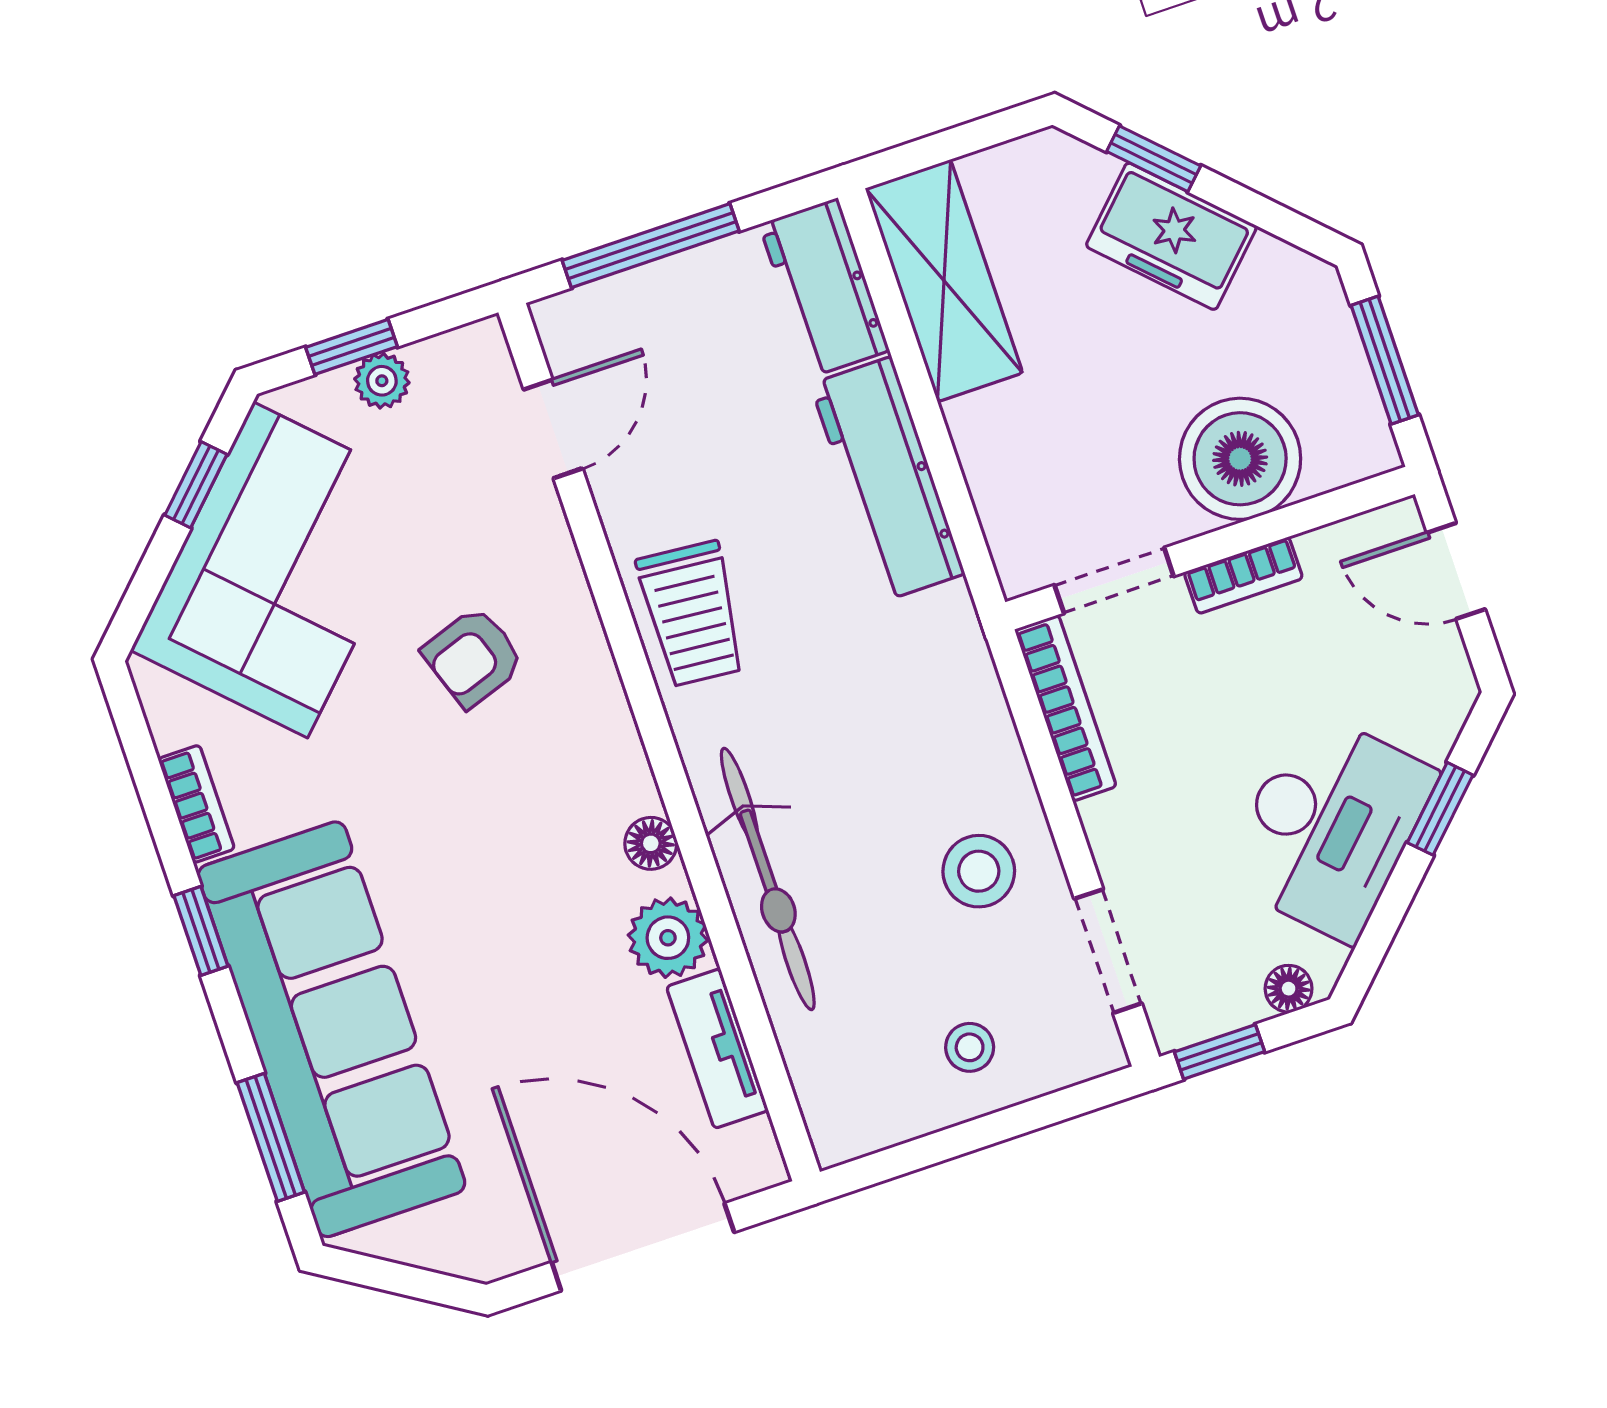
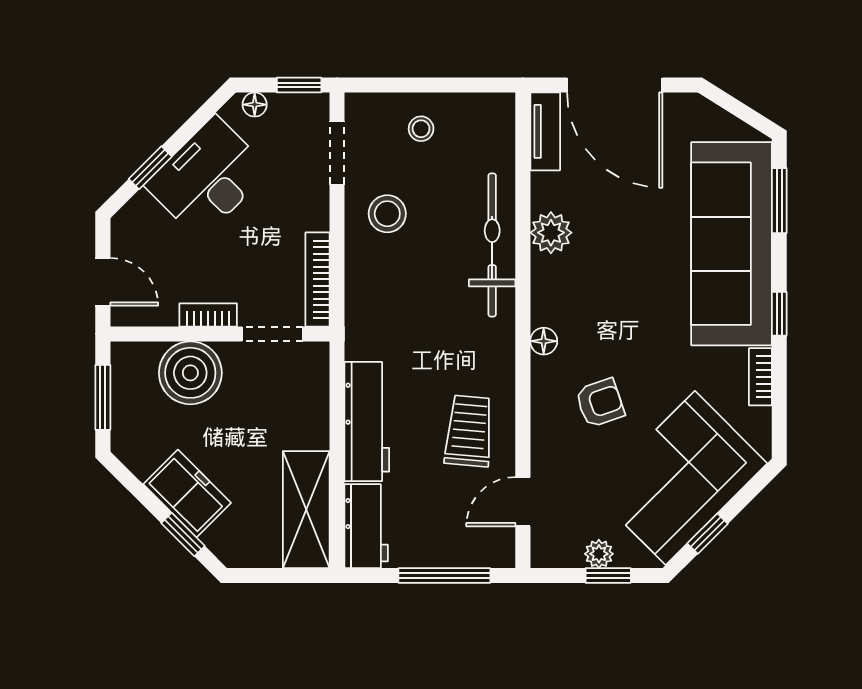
trolley: (692, 614) -> (469, 431), moved
floor lamp: (651, 843) -> (544, 341), moved
tv unit: (717, 1049) -> (545, 131), moved

